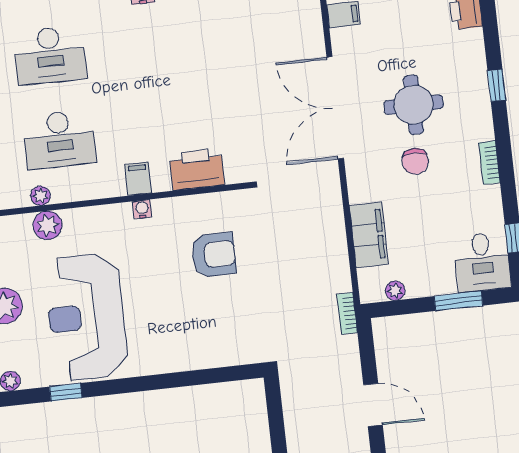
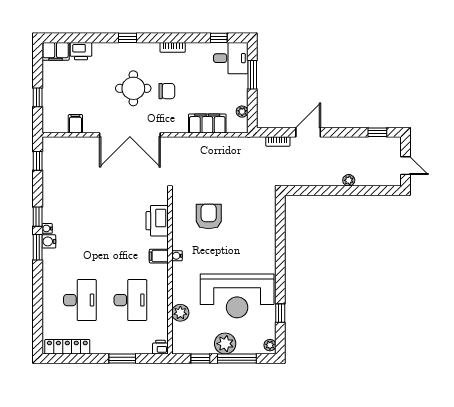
plant: (41, 196) -> (162, 315), removed
bookcase: (347, 313) -> (278, 141), moved

